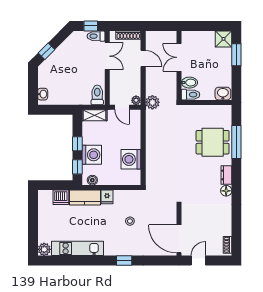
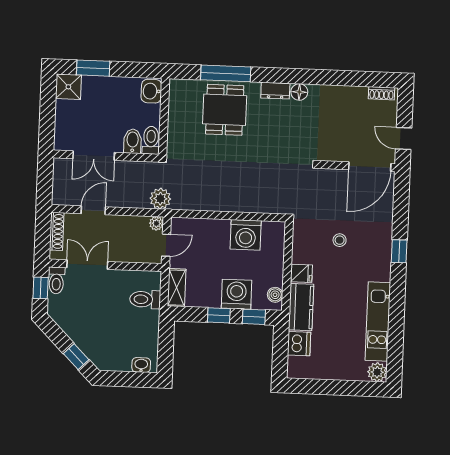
toilet: (97, 95) -> (145, 299), moved

